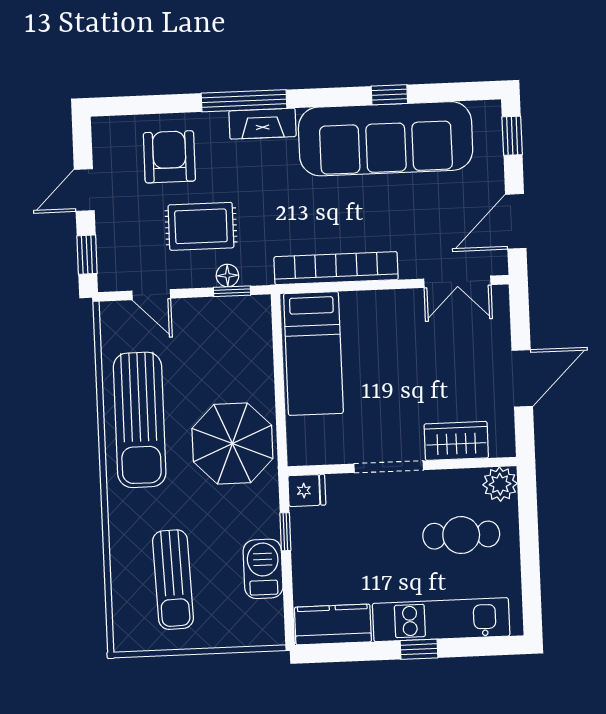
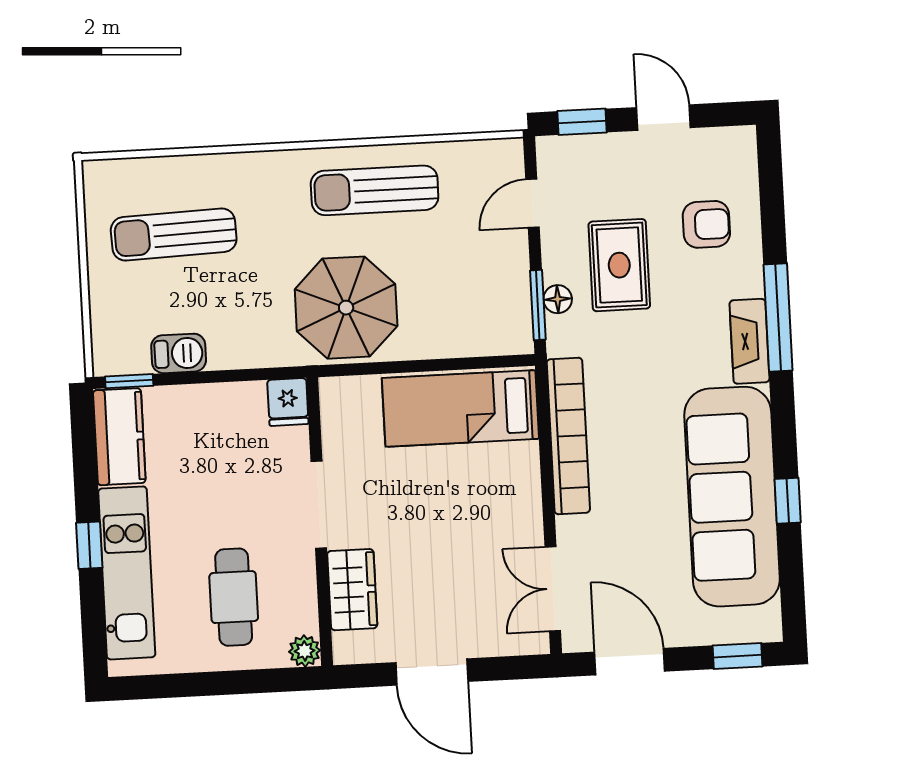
armchair: (169, 157) -> (706, 224), width x0.72, depth x0.72
window: (232, 291) -> (538, 305), width x1.50
sun lounger: (140, 420) -> (375, 190), width x0.73, depth x0.75
plant: (500, 484) -> (305, 651), width x0.73, depth x0.73
window: (285, 532) -> (129, 381), moved
barbecue: (263, 569) -> (179, 353), width x0.73, depth x0.79

